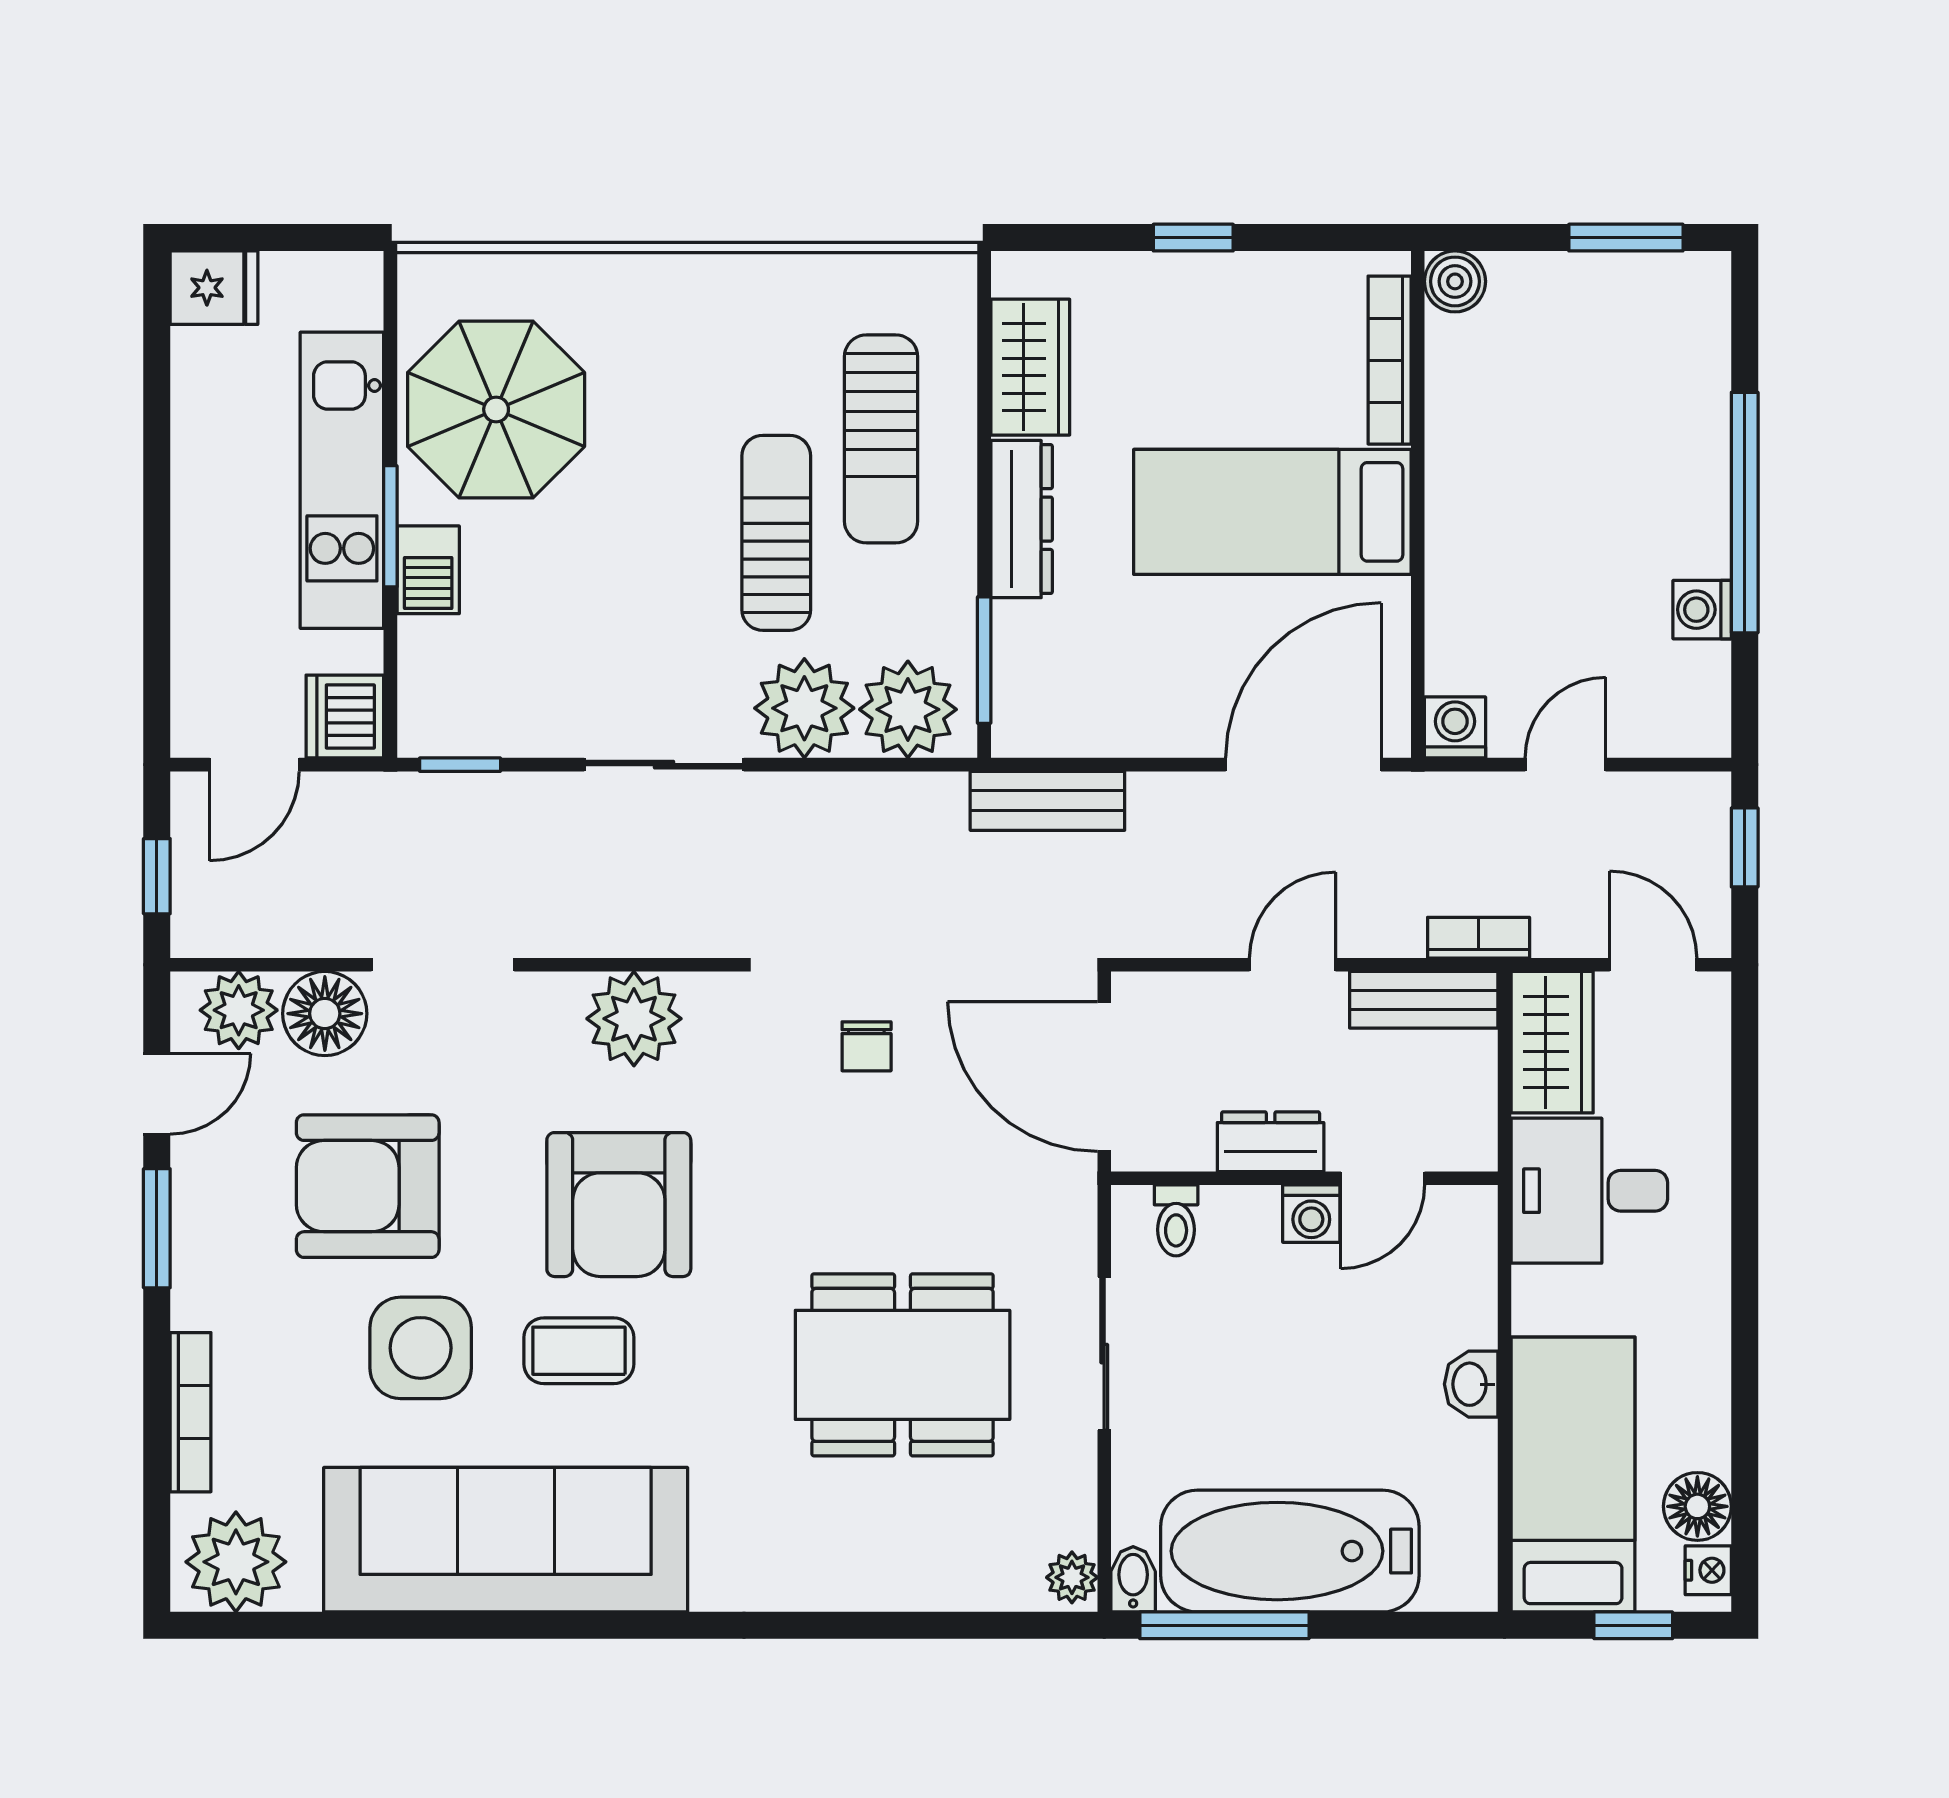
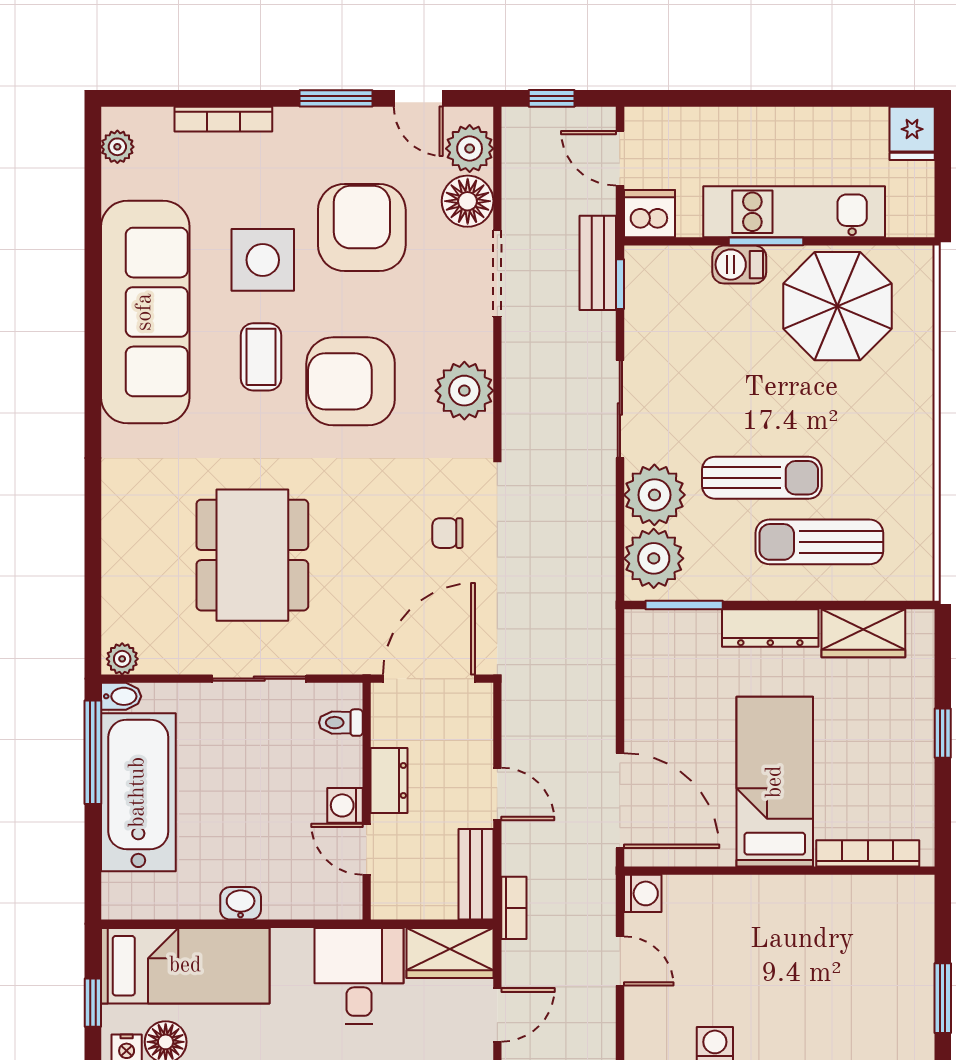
boiler: (1455, 281) -> (916, 893), removed
bench: (1047, 801) -> (598, 263), moved
plant: (236, 1562) -> (117, 147), width x0.53, depth x0.53

